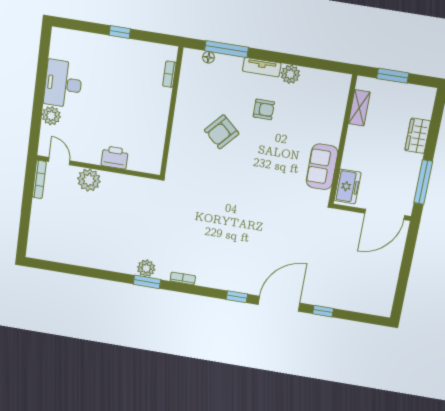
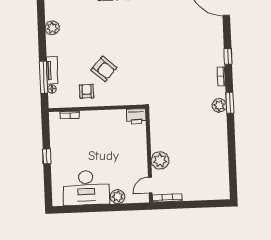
tv unit: (262, 67) -> (52, 70), moved
desk: (63, 84) -> (86, 188), width x1.36, depth x1.30
armchair: (264, 109) -> (87, 91), moved
printer: (115, 157) -> (136, 116), moved, turned -90
window: (237, 297) -> (228, 56), moved

